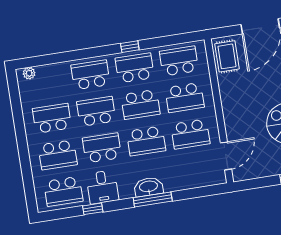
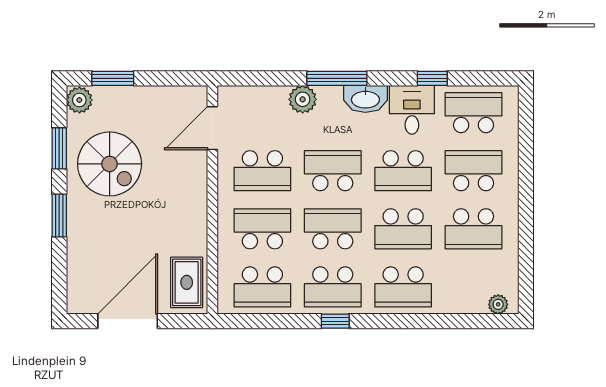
school desk: (190, 134) -> (262, 171), turned 180
plant: (172, 183) -> (303, 99), added
washbasin: (148, 187) -> (365, 99), moved

